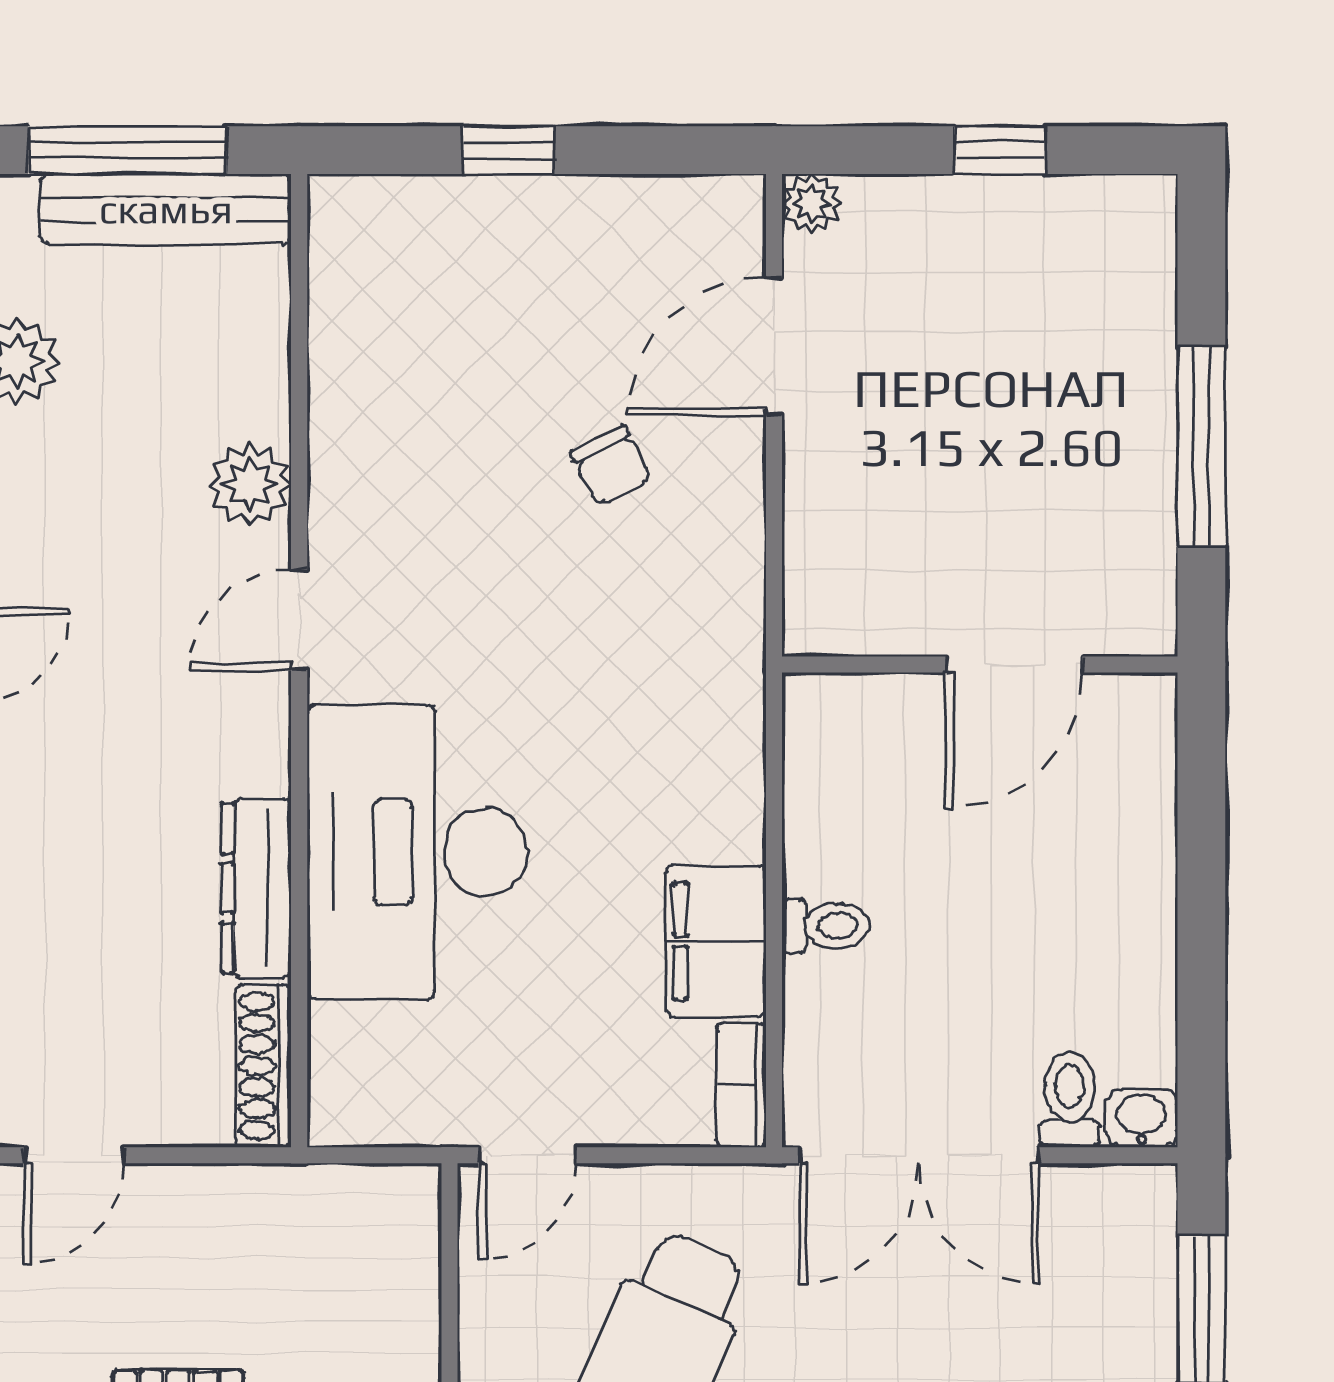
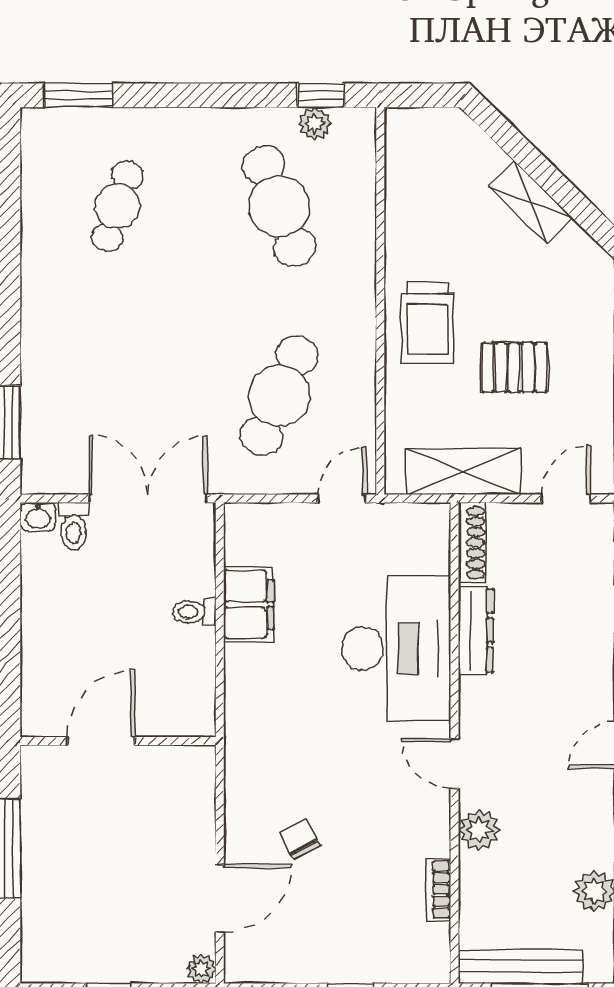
door: (299, 620) -> (455, 763), swing flipped
bookcase: (741, 1085) -> (438, 889), moved, turned 180
shelving: (281, 1210) -> (464, 471), added

